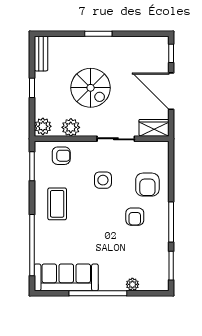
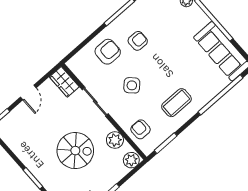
spiral stairs: (91, 88) -> (75, 151), turned 90
door: (171, 91) -> (28, 93), width x0.53
side table: (103, 180) -> (132, 85), turned 45

